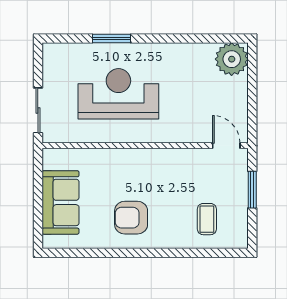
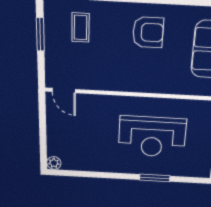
plant: (232, 59) -> (54, 163), width x0.53, depth x0.53
window: (252, 190) -> (40, 35), moved

